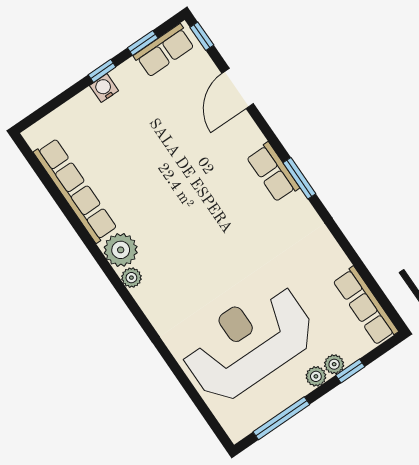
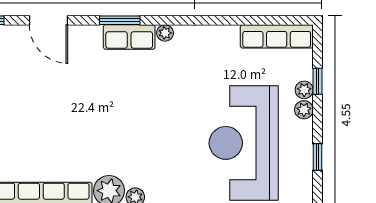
window: (299, 178) -> (120, 20), moved
plant: (299, 202) -> (165, 33), added
window: (281, 418) -> (317, 157), width x0.46

